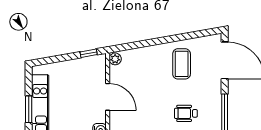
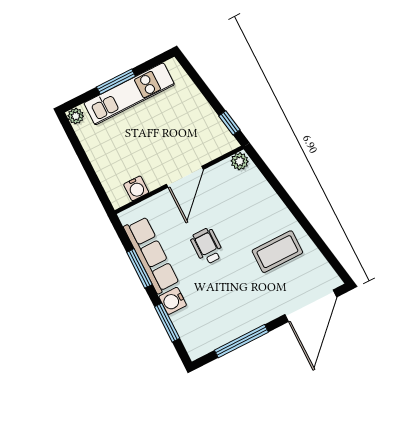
wheelchair: (186, 113) -> (207, 246), moved

